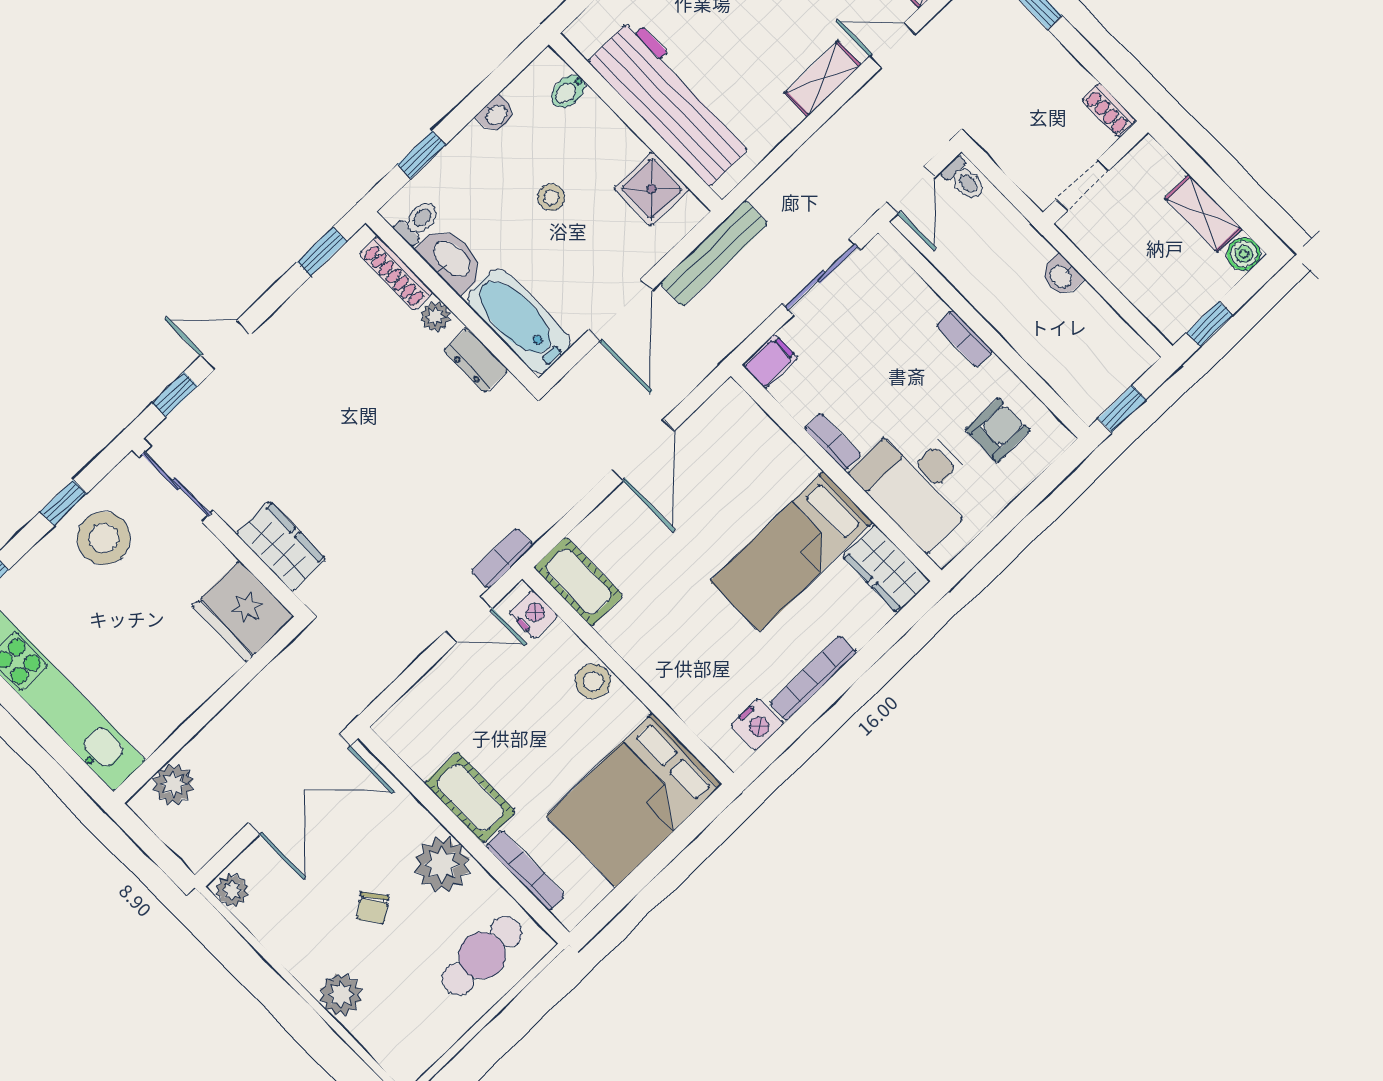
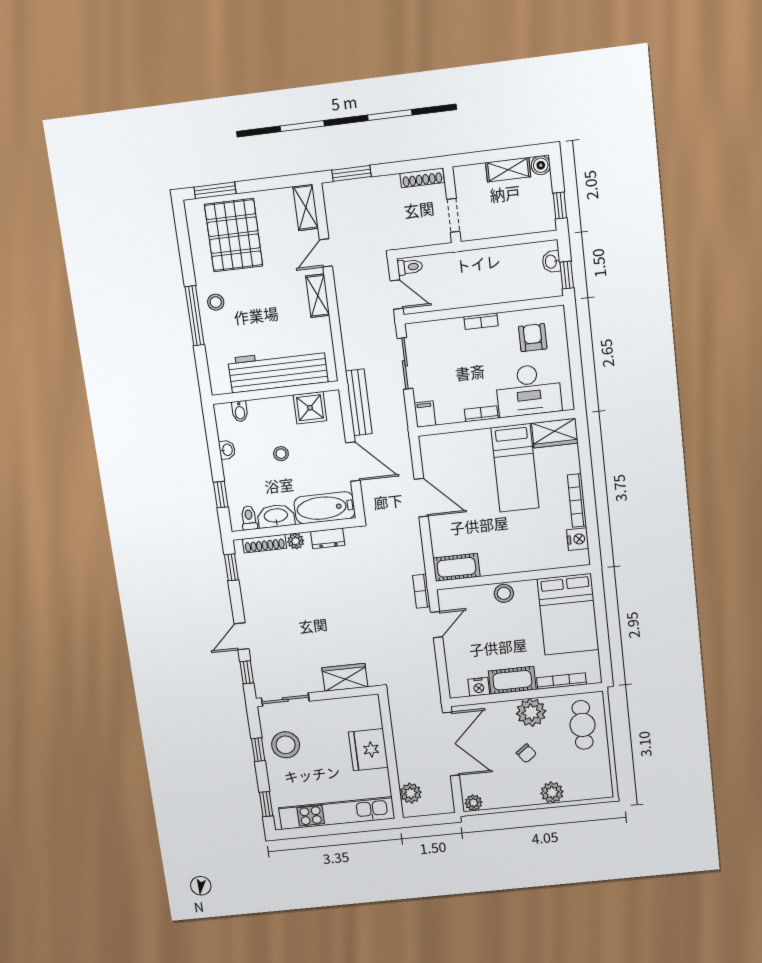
shoe rack: (1109, 110) -> (422, 178), width x1.43
washbasin: (1061, 276) -> (551, 262), moved, turned 90
fridge: (243, 611) -> (368, 750), moved, turned 90
nightstand: (533, 614) -> (479, 687), moved, turned 180

